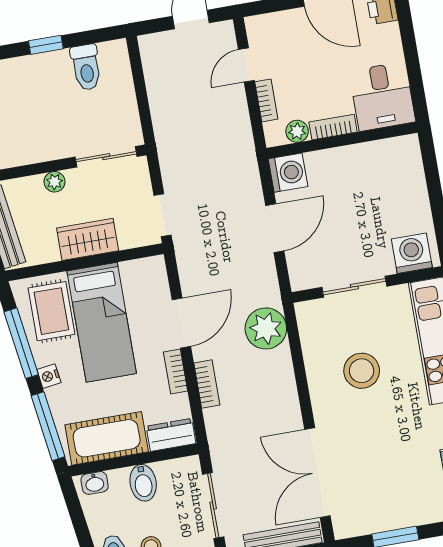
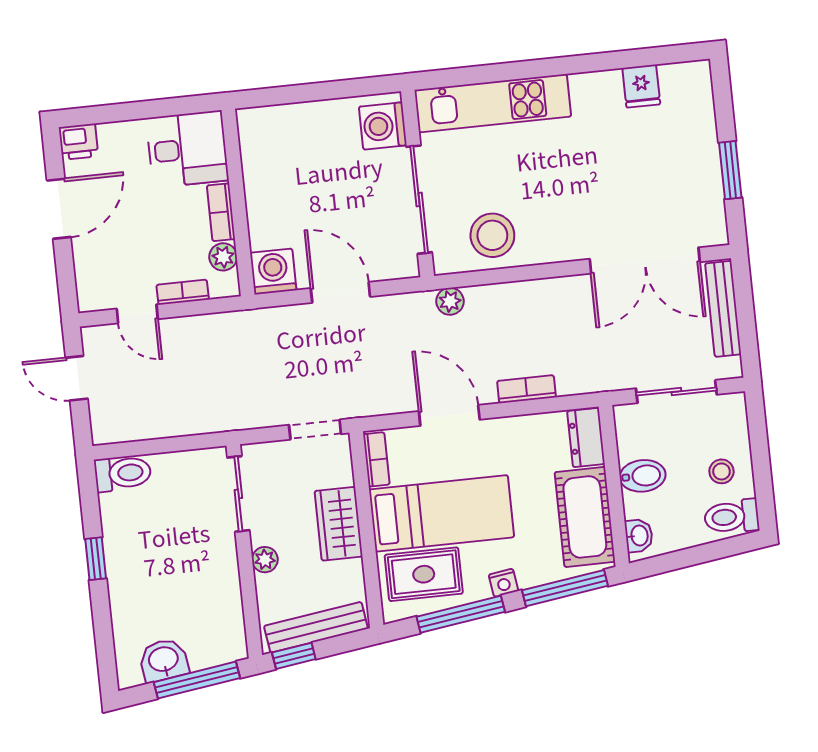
toilet: (86, 67) -> (123, 473), moved
sliding door: (354, 287) -> (419, 200), width x1.37
plant: (266, 328) -> (450, 301), width x0.53, depth x0.53
stool: (362, 371) -> (492, 235), moved
bookcase: (176, 372) -> (376, 459), moved, turned -90

